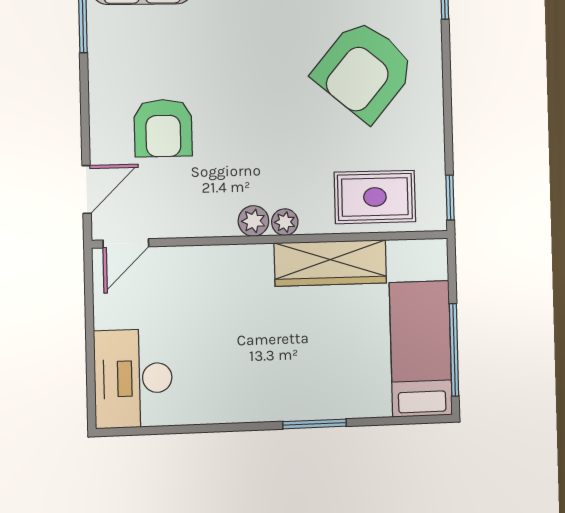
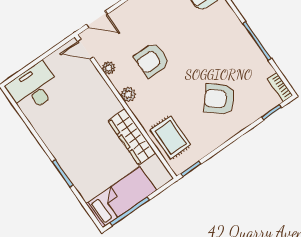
armchair: (364, 70) -> (219, 99), width x0.73, depth x0.73
armchair: (163, 128) -> (152, 60), moved
plant: (285, 222) -> (109, 68), moved

